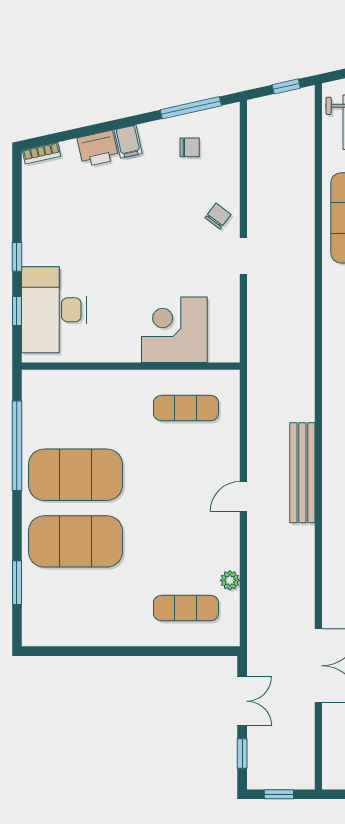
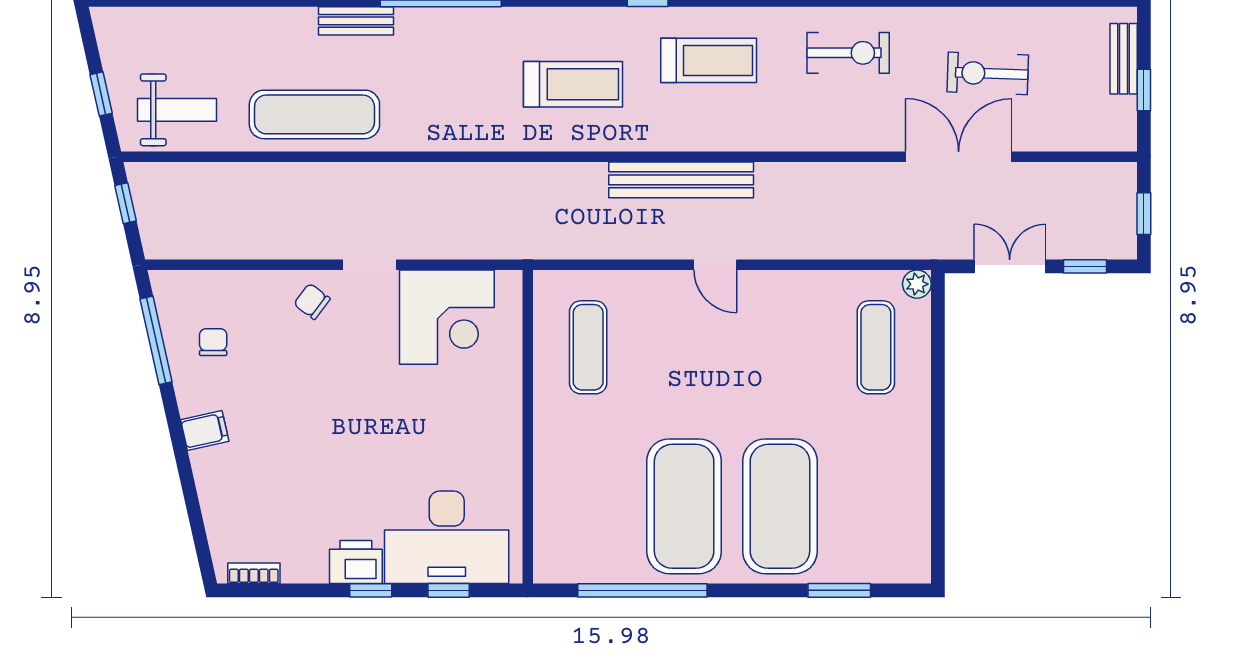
printer: (98, 149) -> (356, 562), moved, turned -77
bookcase: (42, 153) -> (254, 573), moved, turned -77
corner desk: (174, 330) -> (447, 317), moved, turned -90
plant: (230, 580) -> (917, 284), moved

